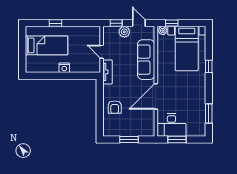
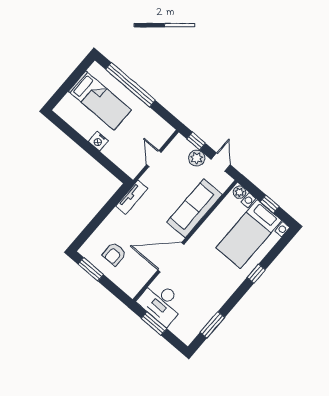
window: (56, 23) -> (130, 85), width x3.17
window: (172, 23) -> (270, 204), moved
tv unit: (108, 72) -> (132, 197), moved
armchair: (115, 107) -> (114, 254), moved
window: (129, 140) -> (91, 269), moved

